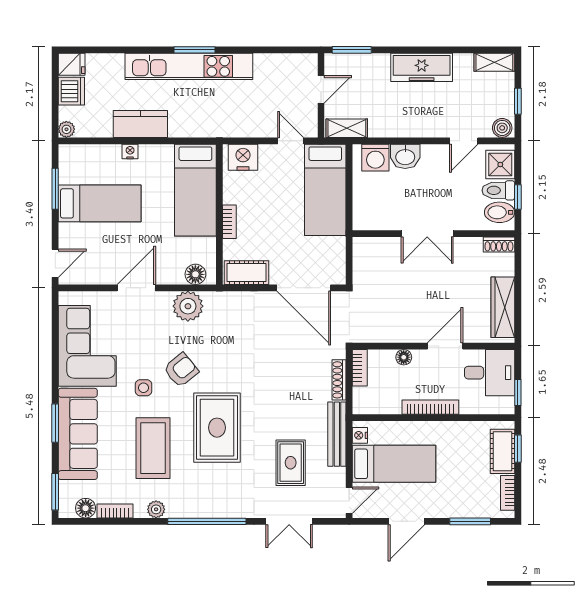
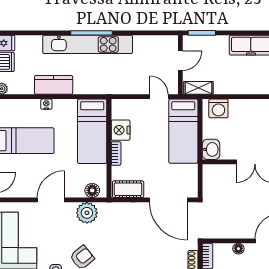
window: (194, 50) -> (92, 33), width x1.44
washbasin: (405, 156) -> (211, 149), moved, turned -90
nightstand: (243, 157) -> (121, 130), moved, turned -90

